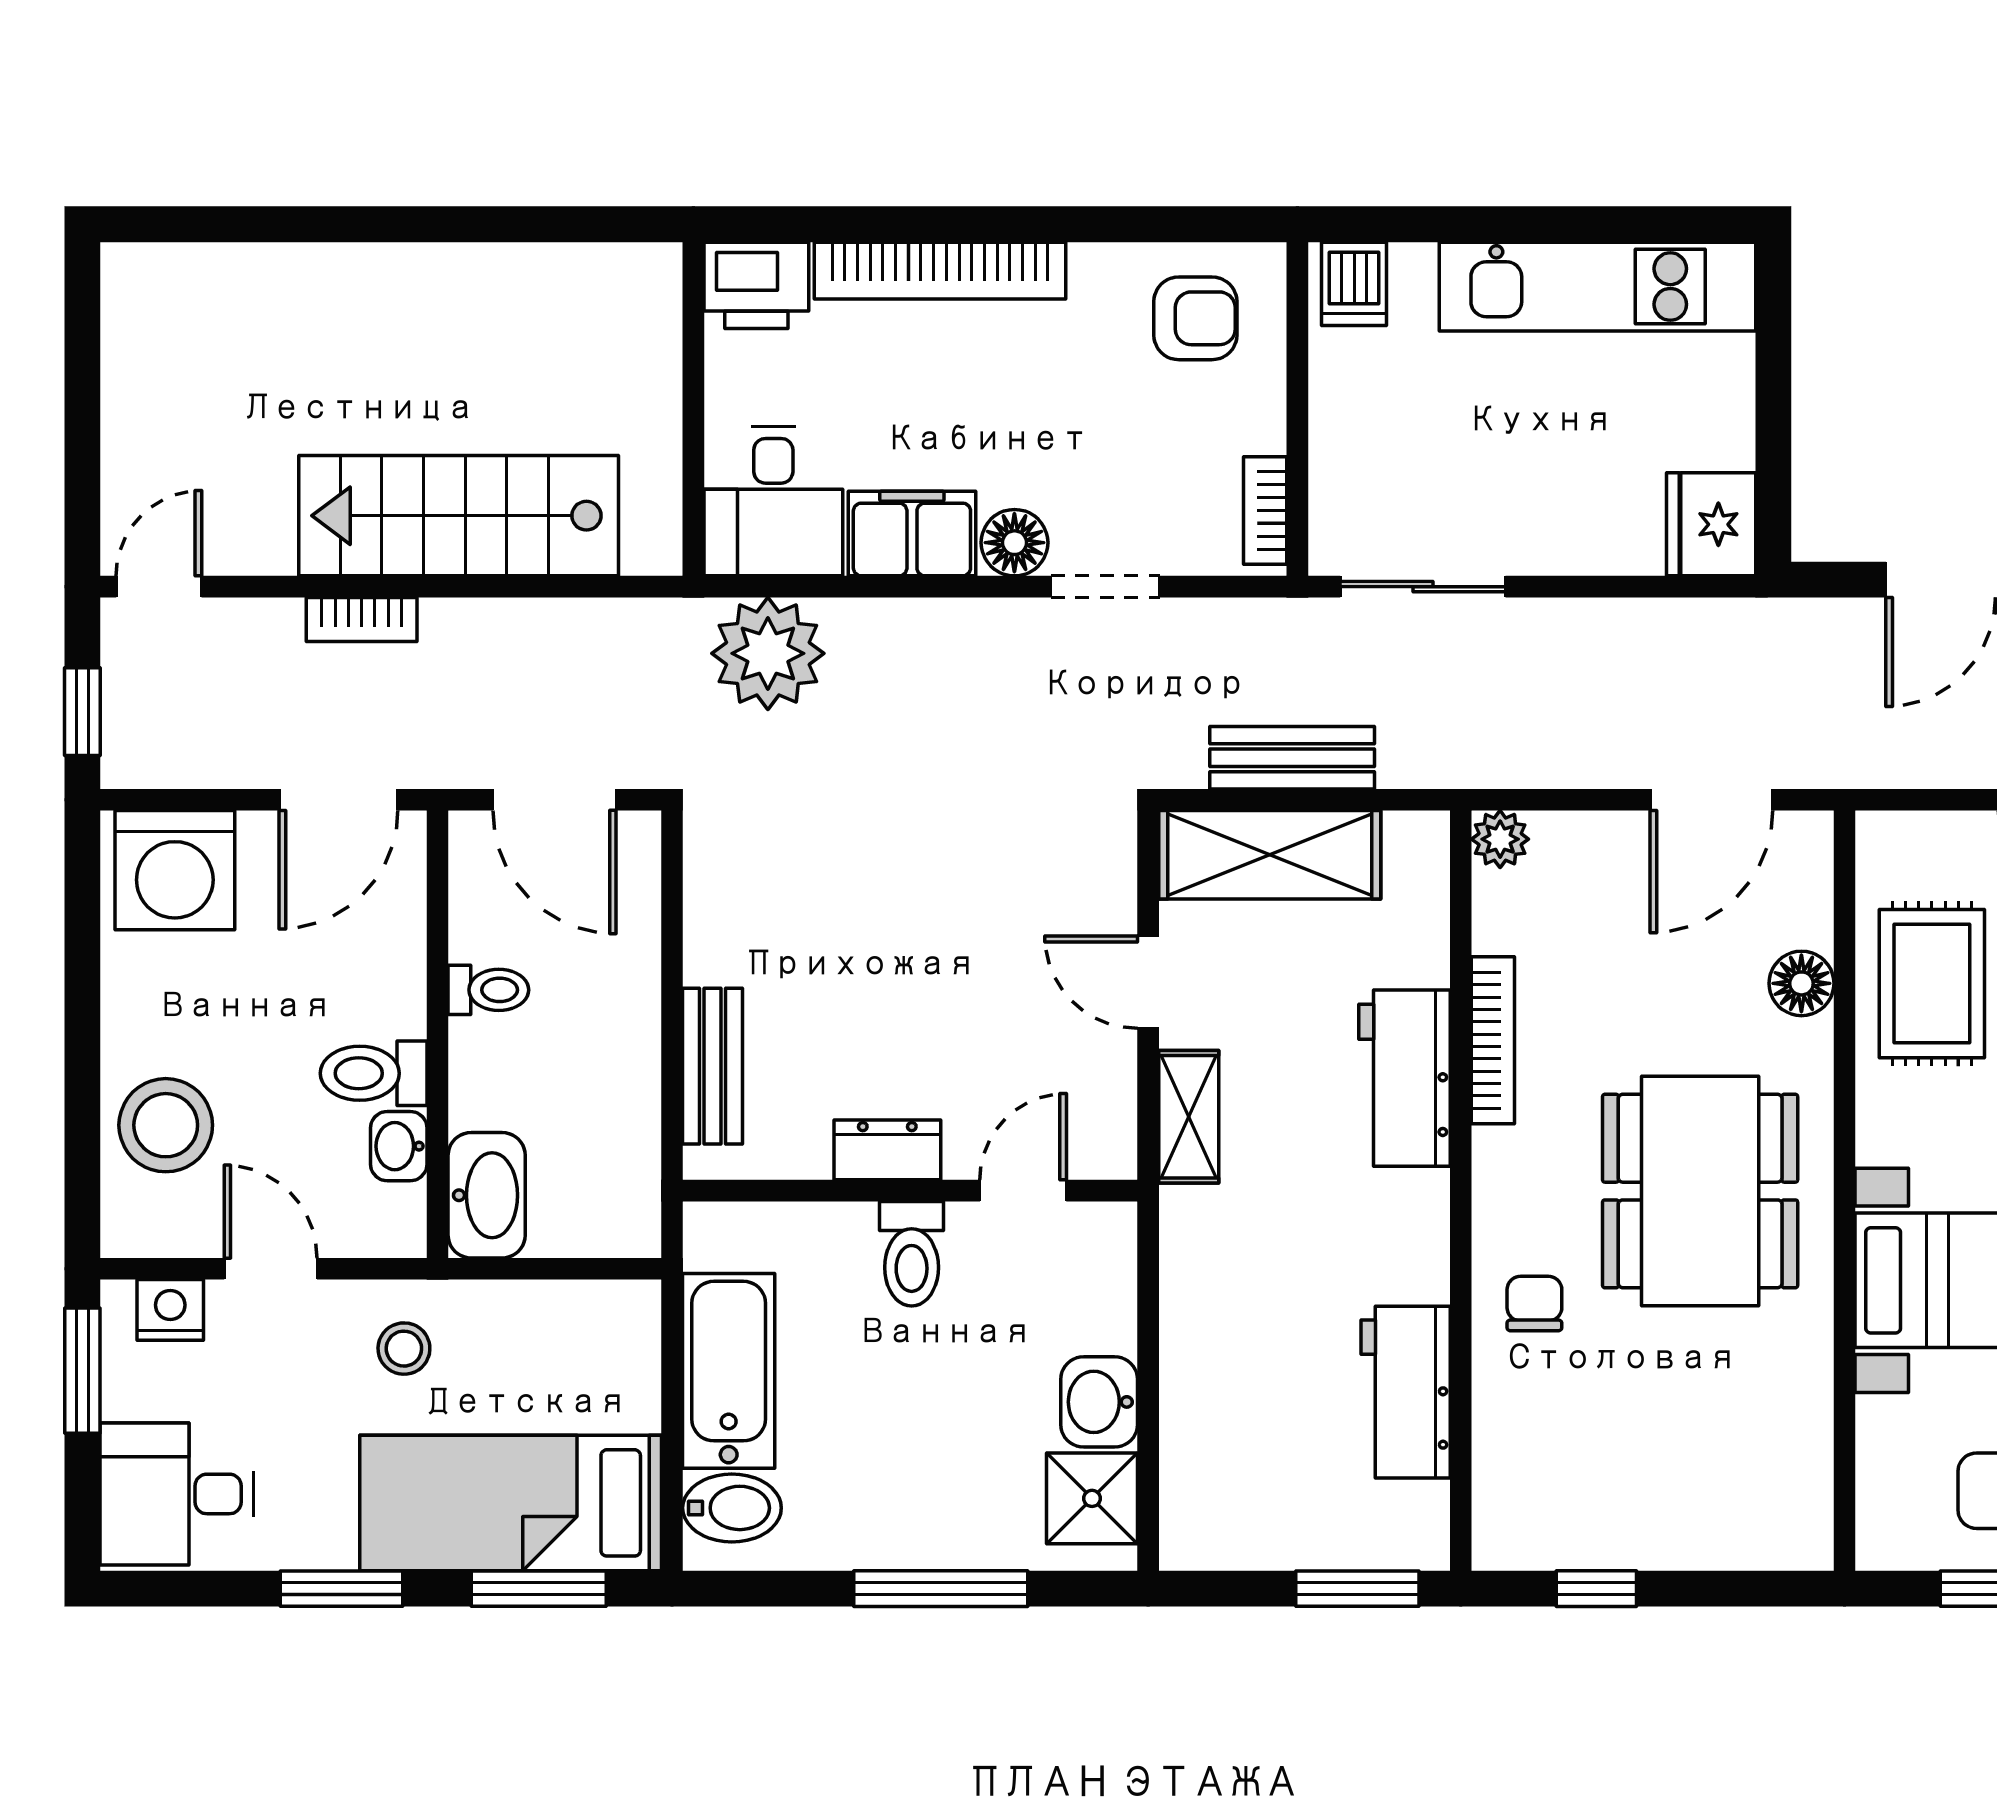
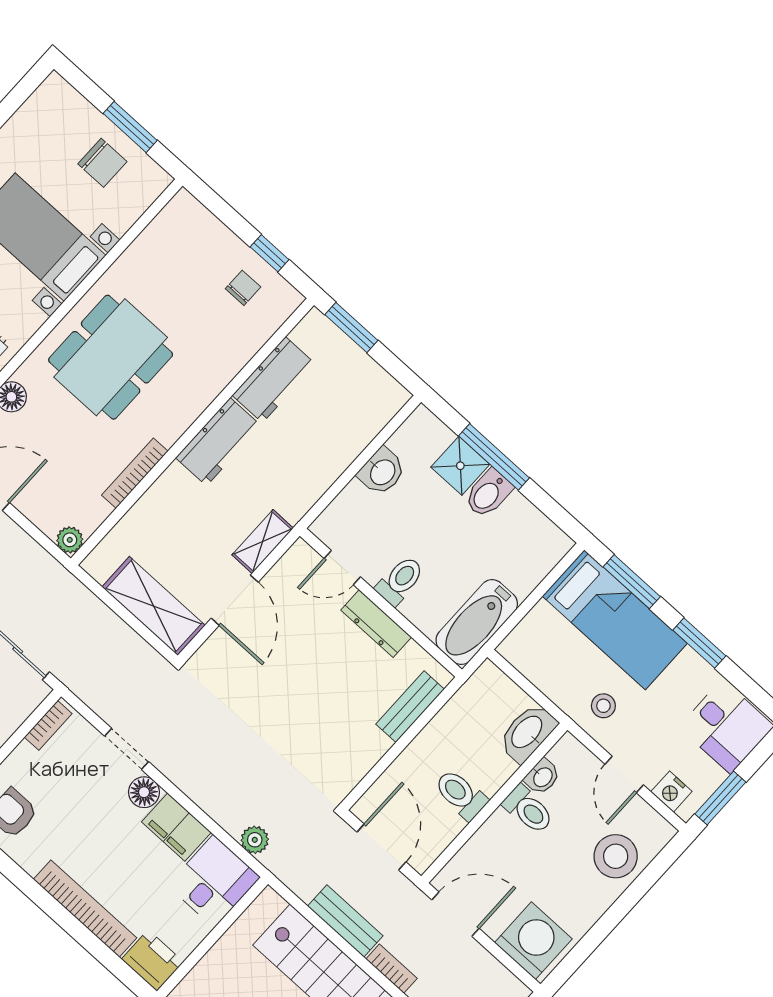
plant: (768, 653) -> (255, 840), width x0.53, depth x0.53
bench: (1292, 758) -> (345, 921), moved
door: (1148, 982) -> (235, 600), width x1.38
toilet: (488, 990) -> (461, 794), width x1.37, depth x1.39
workbench: (1405, 1078) -> (218, 442), moved
dresser: (887, 1150) -> (376, 624), width x1.44
chair: (1534, 1304) -> (243, 288), moved, turned 180
bathtub: (729, 1371) -> (477, 622), moved
shower: (1092, 1498) -> (460, 466), moved
bidet: (732, 1508) -> (488, 493), moved, turned -90

